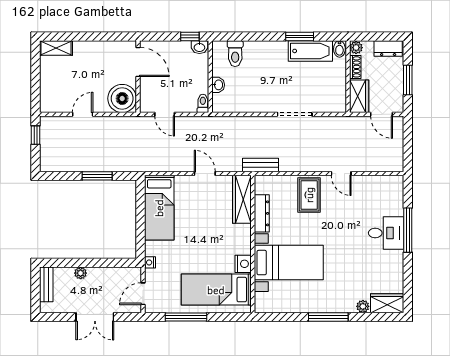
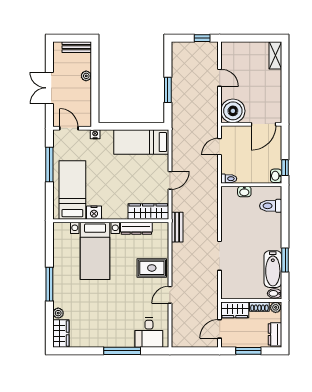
desk: (386, 233) -> (149, 333), moved

